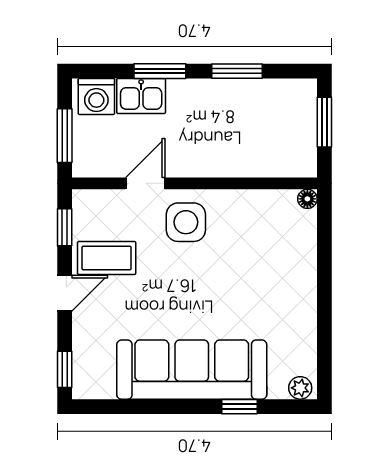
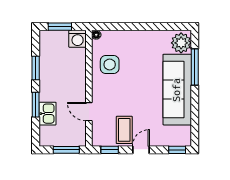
washing machine: (96, 96) -> (78, 39), moved, turned 90
side table: (186, 222) -> (110, 64), moved
door: (65, 293) -> (141, 150), hinge flipped
plant: (300, 388) -> (181, 43), width x1.88, depth x1.88
window: (239, 407) -> (195, 67), width x2.17

